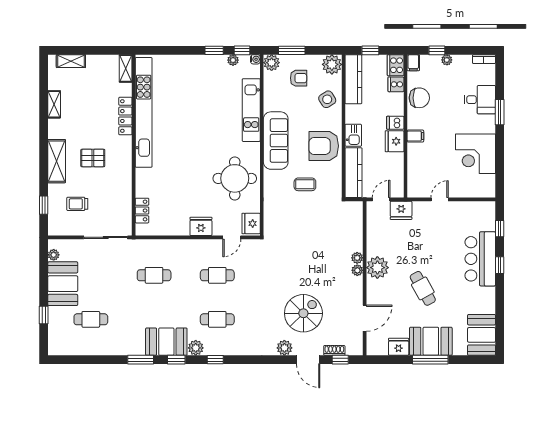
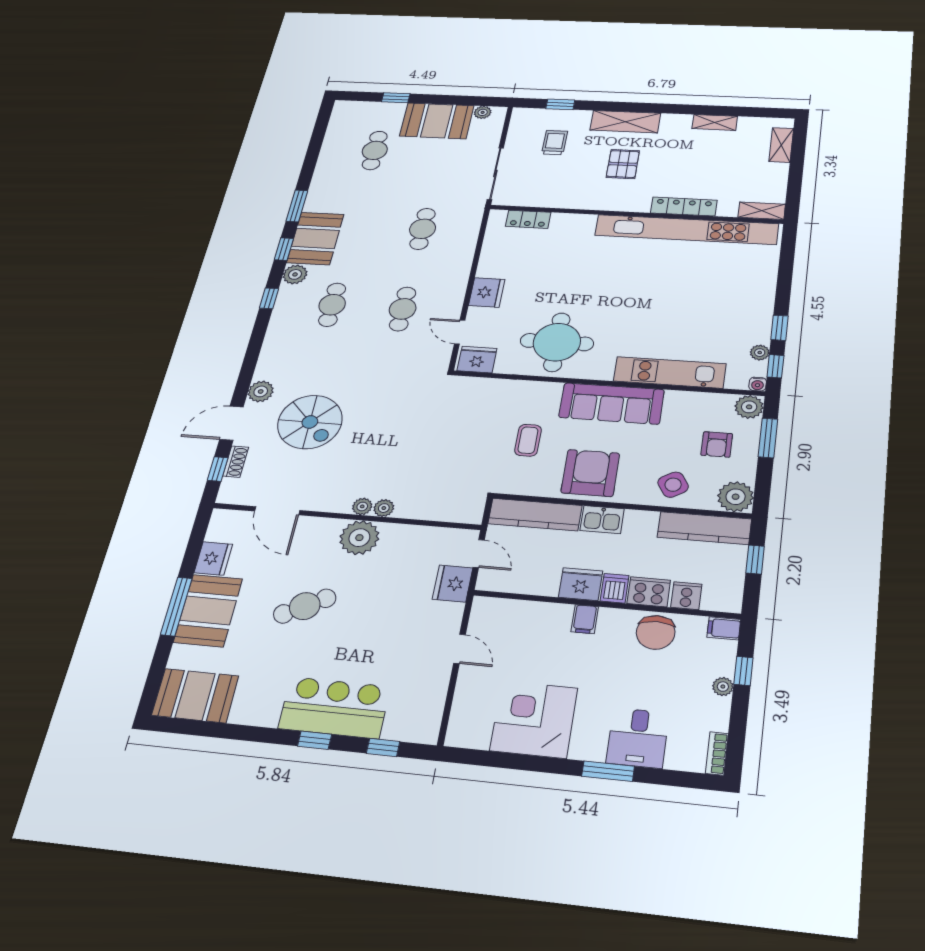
cooker: (396, 65) -> (649, 592), moved

